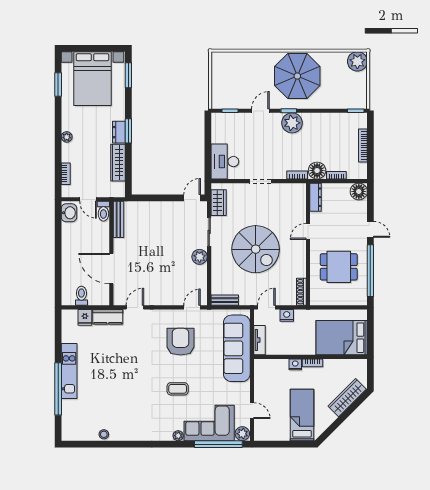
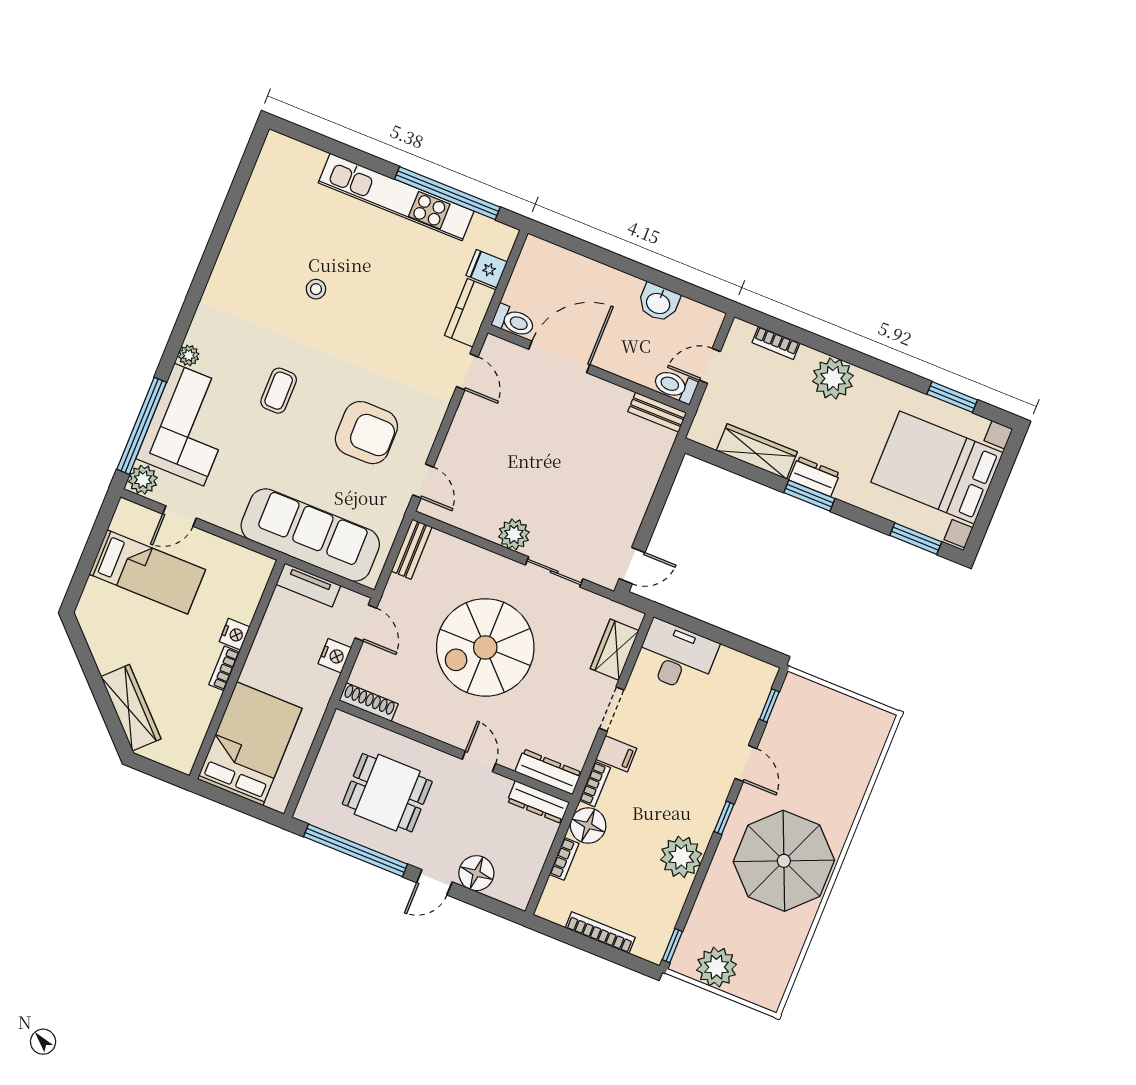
plant: (357, 61) -> (717, 967), moved
plant: (292, 123) -> (681, 857), moved
plant: (67, 137) -> (833, 379), width x1.88, depth x1.88
filing cabinet: (280, 171) -> (616, 754), added
floor lamp: (359, 191) -> (476, 873), moved
door: (192, 198) -> (632, 566), hinge flipped
dresser: (300, 198) -> (548, 772), added
wardrobe: (219, 203) -> (615, 650), moved, turned 90
washbasin: (69, 213) -> (658, 303), moved
bench: (118, 219) -> (657, 412), width x0.73
dining table: (339, 267) -> (387, 793), turned 90
toilet: (81, 296) -> (514, 321), moved
kitchen unit: (69, 371) -> (396, 197), width x1.36
window: (58, 389) -> (447, 193), moved
bed: (302, 415) -> (147, 572), moved
stool: (104, 434) -> (316, 289), moved

